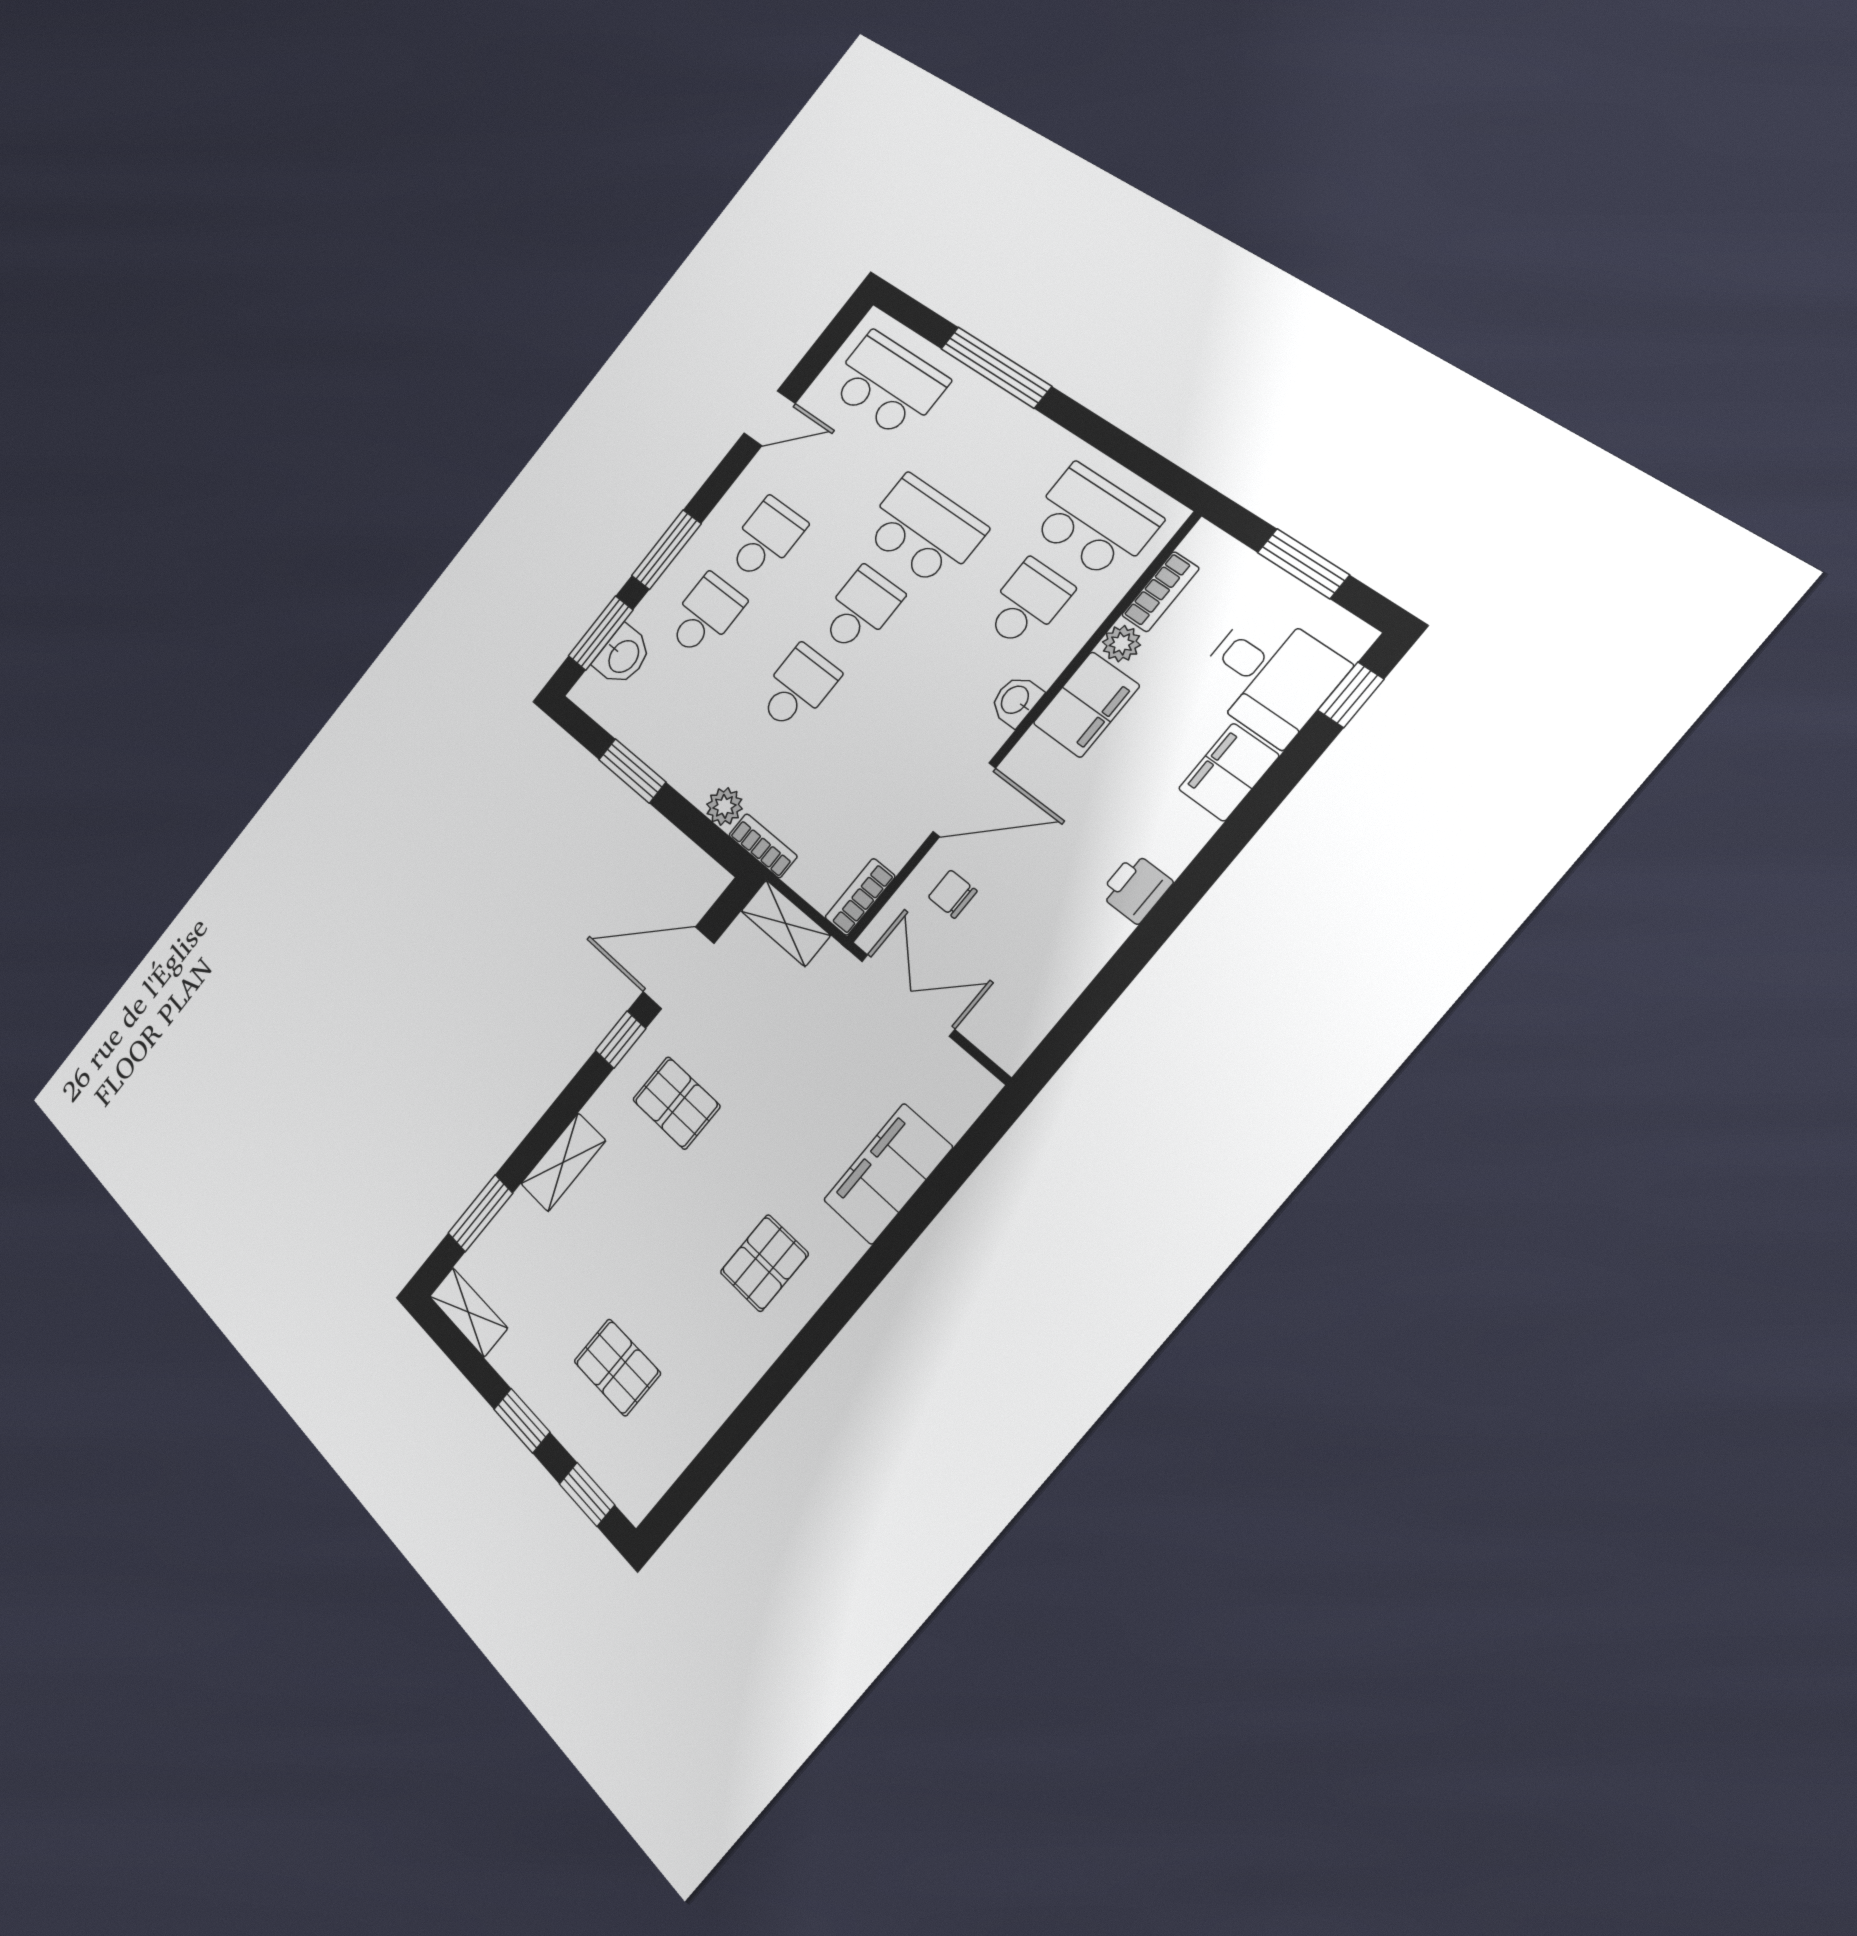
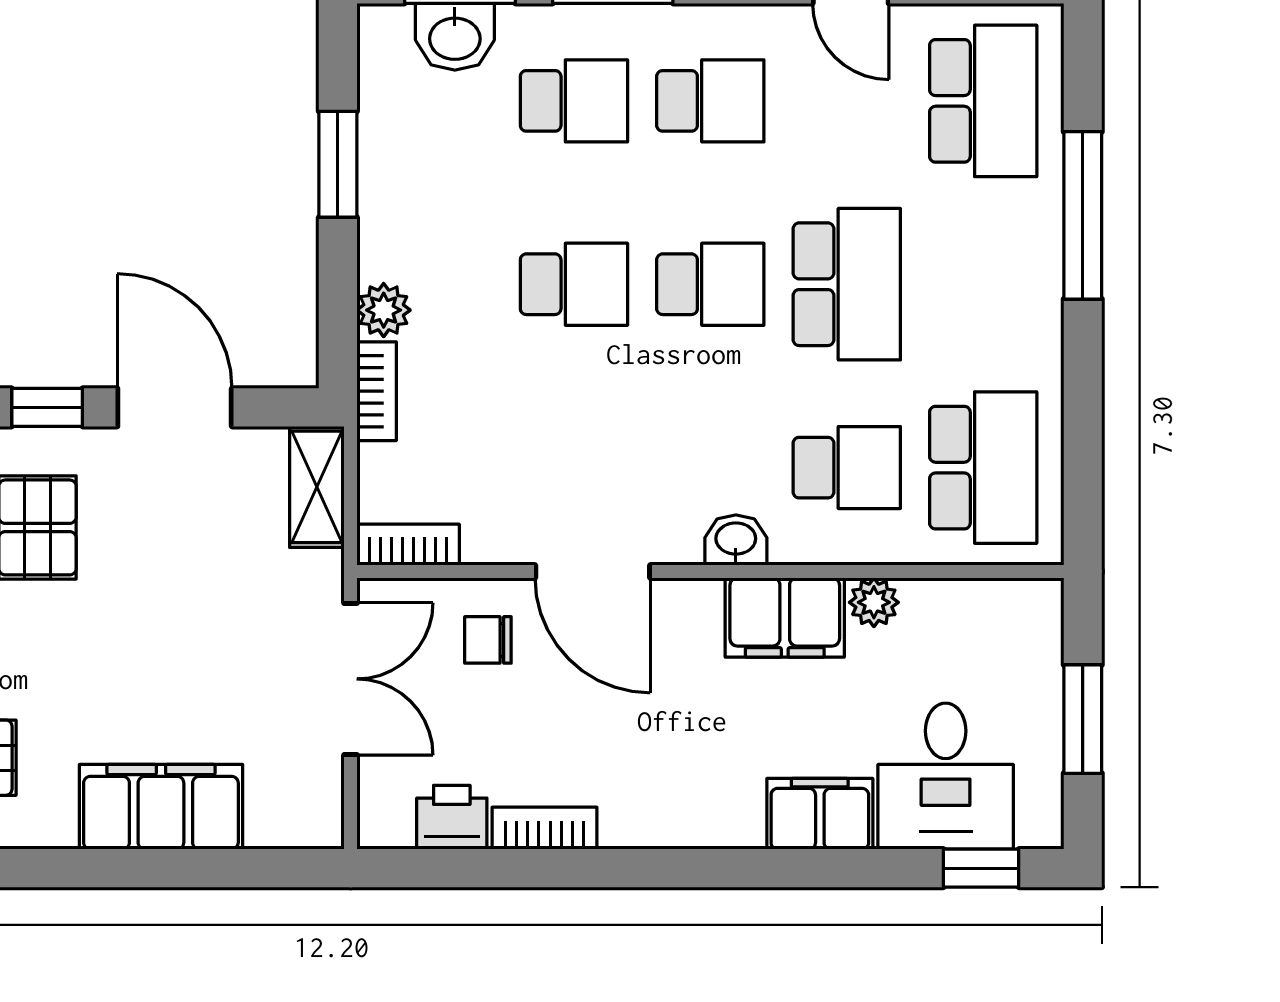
bookcase: (1160, 592) -> (544, 828), moved, turned 180
printer: (1136, 888) -> (452, 817), moved
chair: (953, 894) -> (488, 640), turned -90

